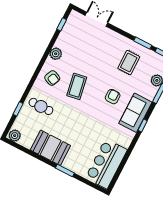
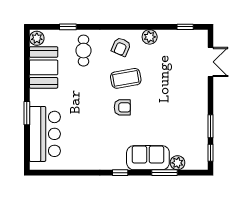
rug: (129, 63) -> (181, 122), removed
armchair: (113, 97) -> (122, 107), moved
sofa: (135, 113) -> (148, 158), moved
booth: (50, 148) -> (44, 67), moved
bar counter: (106, 164) -> (45, 134), moved, turned 90

